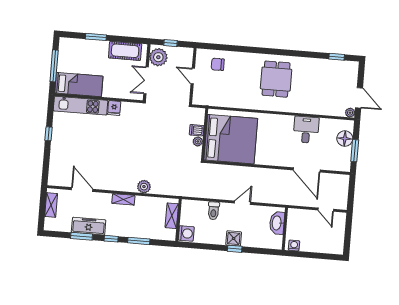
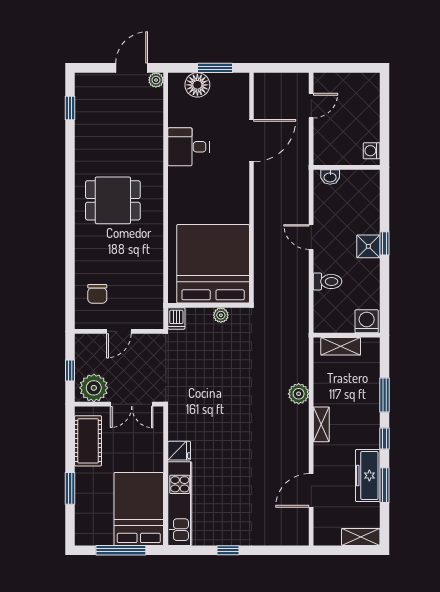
bed: (79, 85) -> (139, 509), width x1.50
dishwasher: (197, 130) -> (176, 318), moved
shelving: (51, 205) -> (361, 537), moved
washbasin: (277, 223) -> (330, 177), width x0.52, depth x0.69

